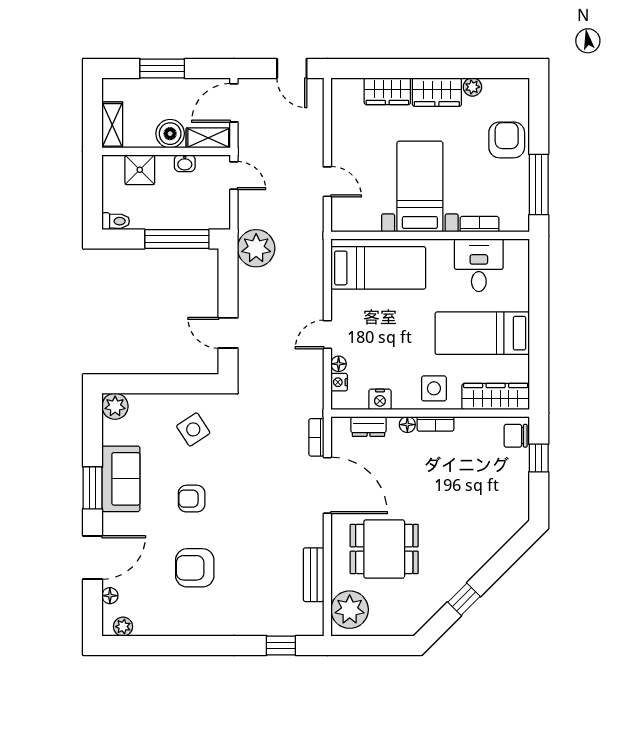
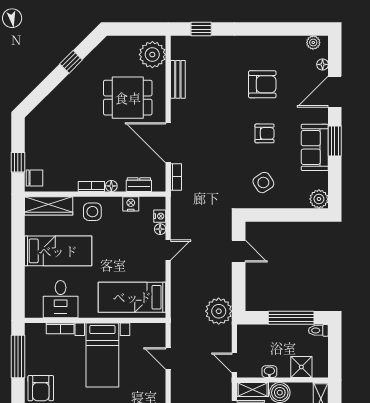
window: (177, 239) -> (291, 318), moved

